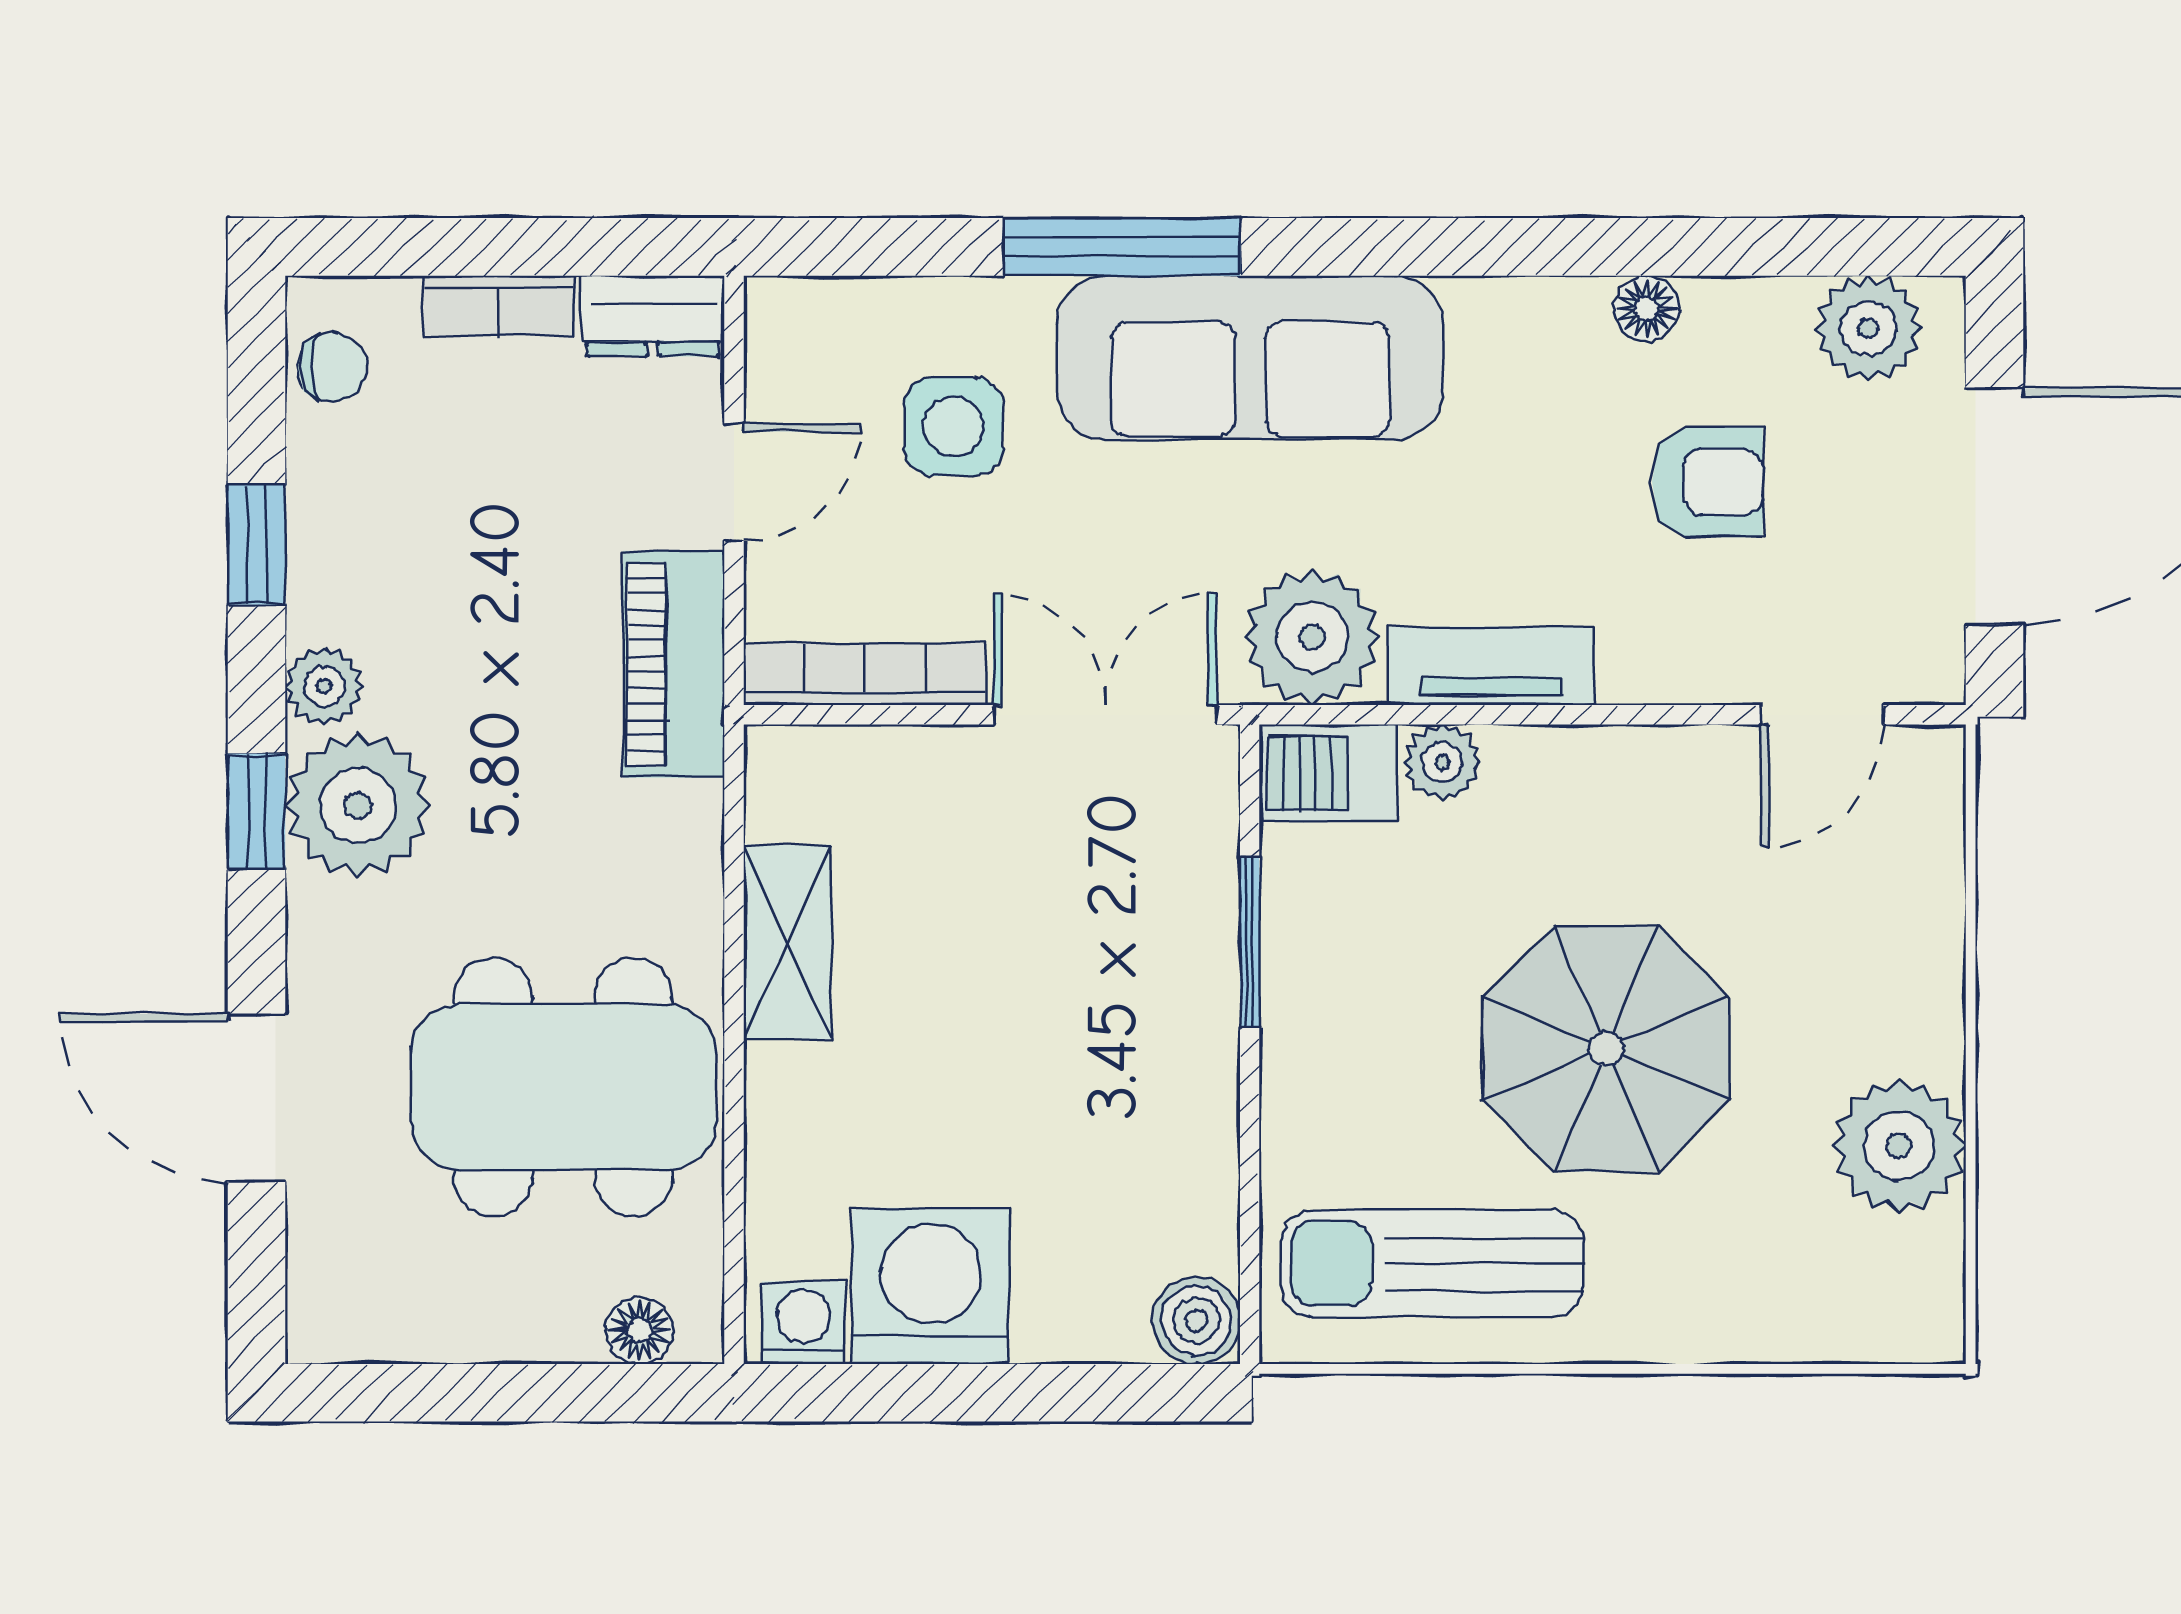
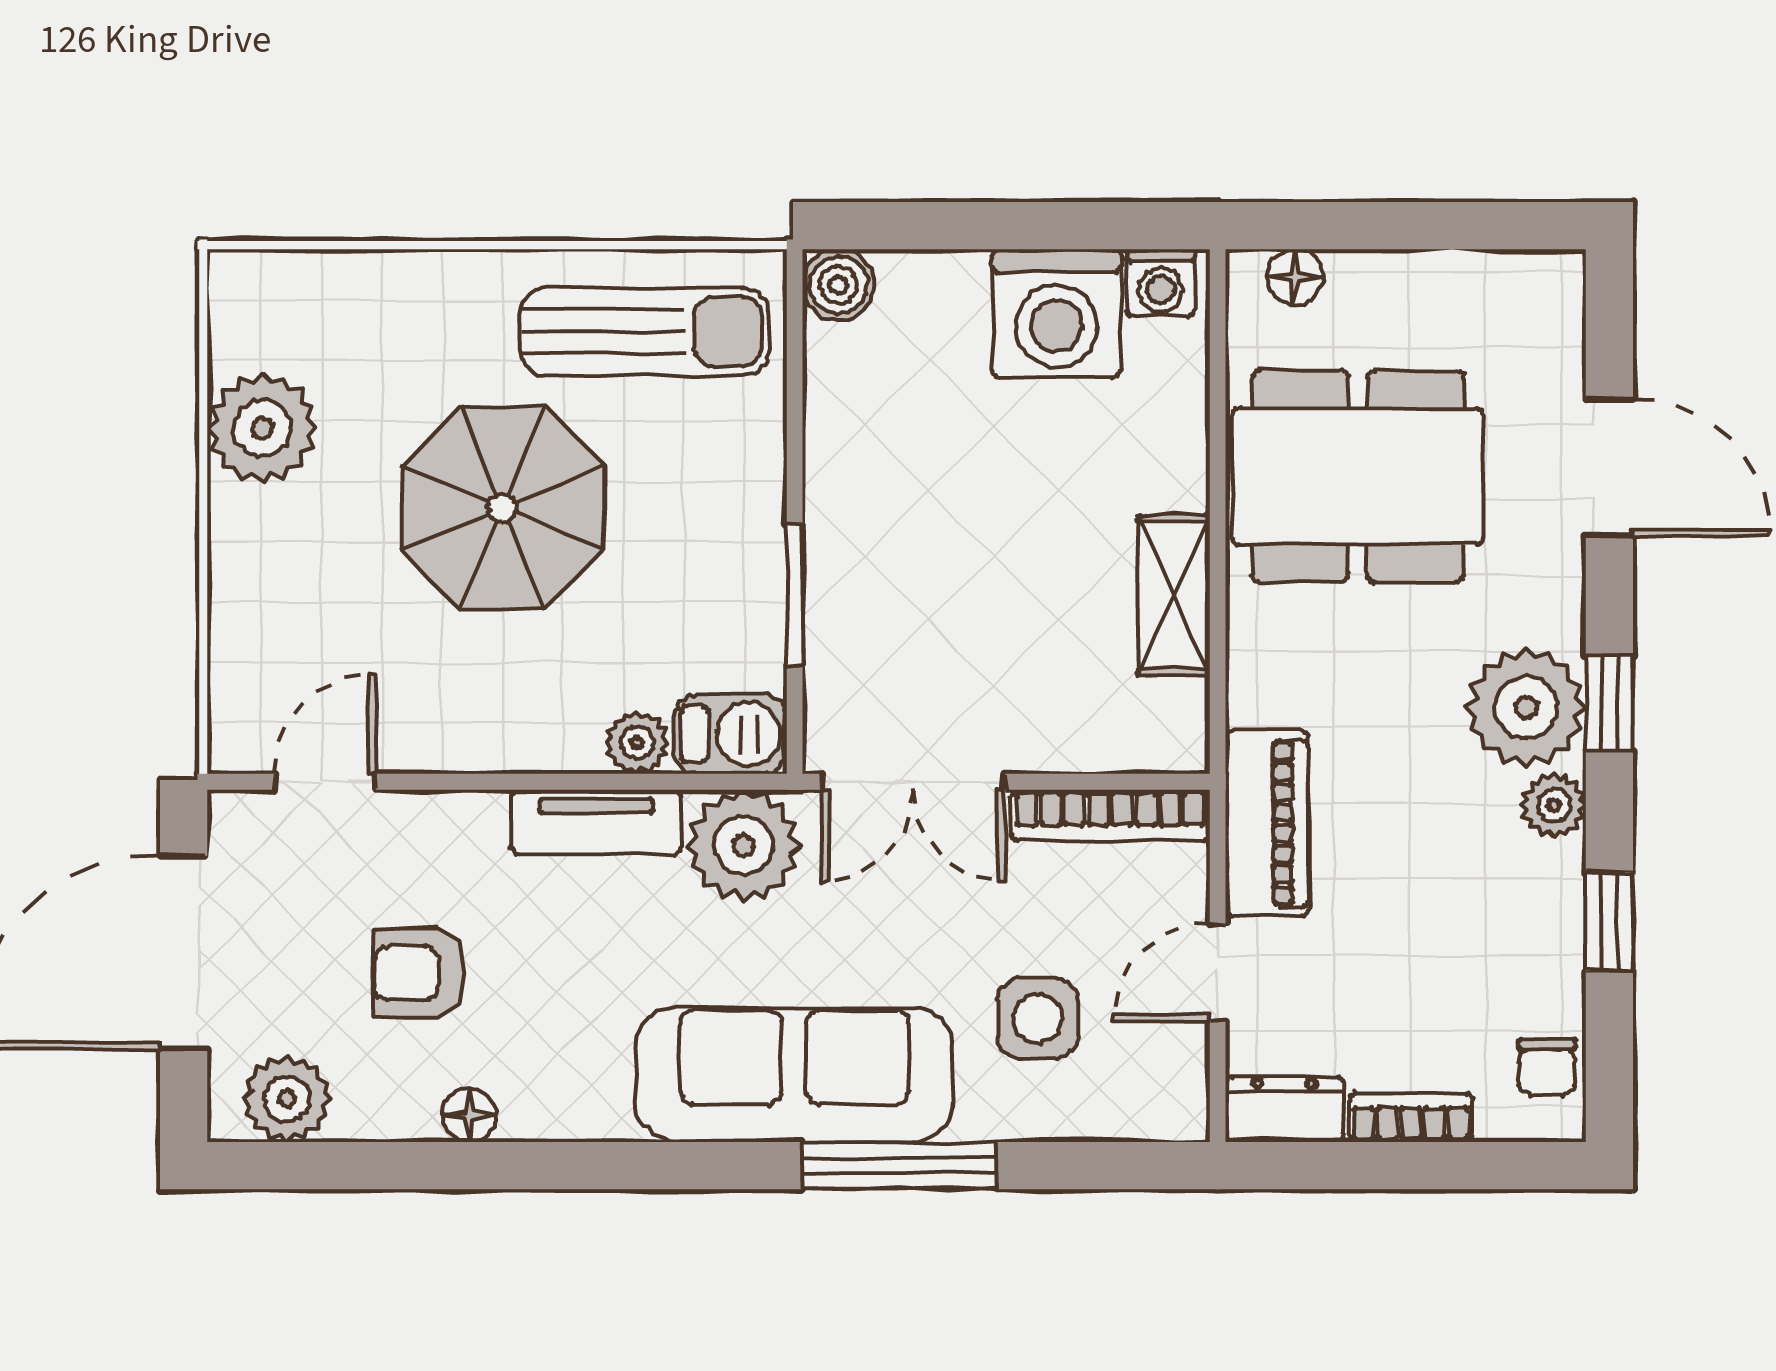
chair: (333, 367) -> (1547, 1067), turned -90

